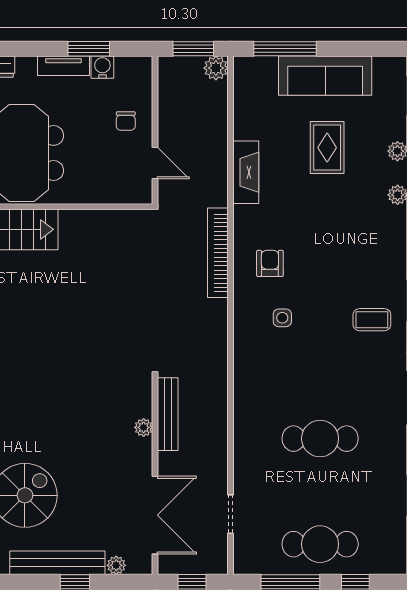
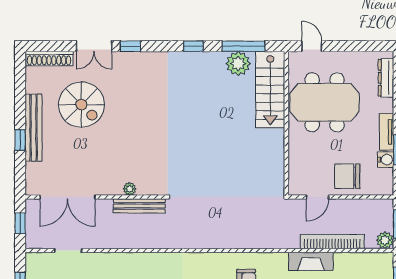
chair: (126, 121) -> (347, 176), width x1.87, depth x1.87
bookcase: (218, 253) -> (332, 242), moved
plant: (116, 565) -> (32, 169), removed

